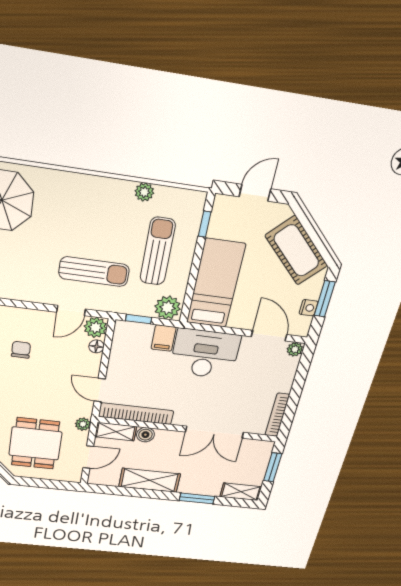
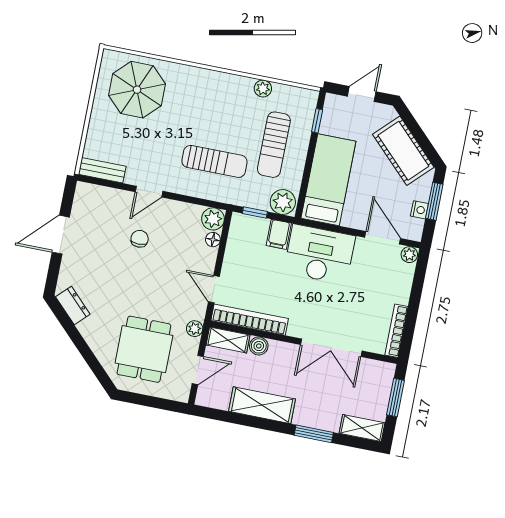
sun lounger: (158, 251) -> (274, 145), turned 180
door: (71, 311) -> (149, 192), moved

